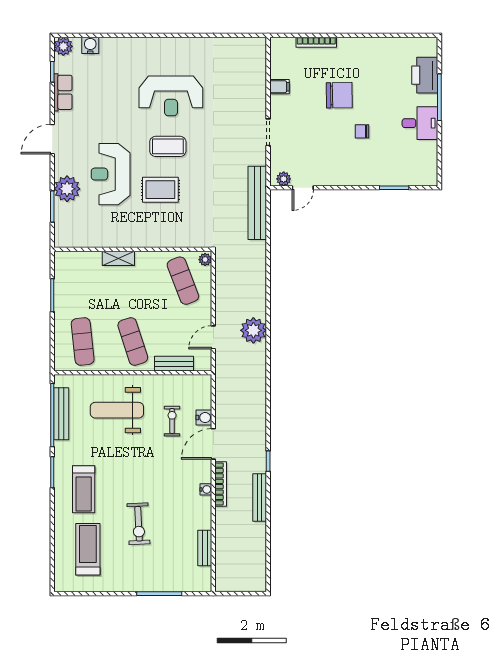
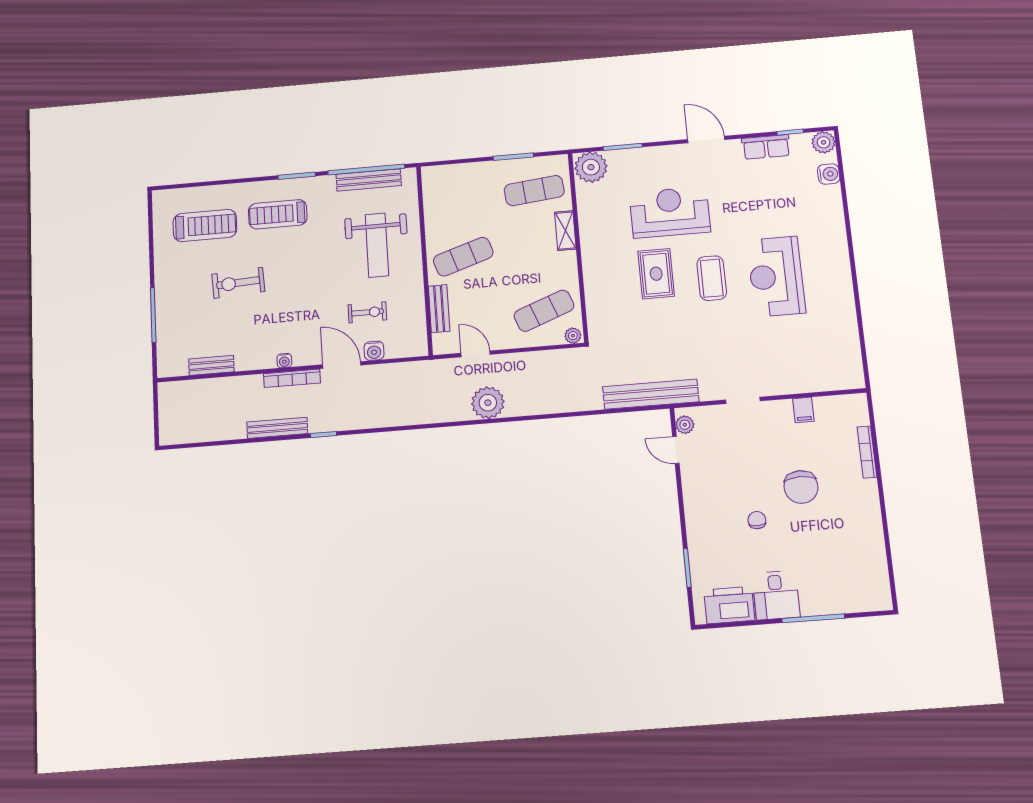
printer: (425, 75) -> (729, 605), moved
plant: (67, 189) -> (591, 167), moved
exercise mat: (83, 342) -> (534, 191), moved
weight bench: (117, 410) -> (377, 245), turned 180

